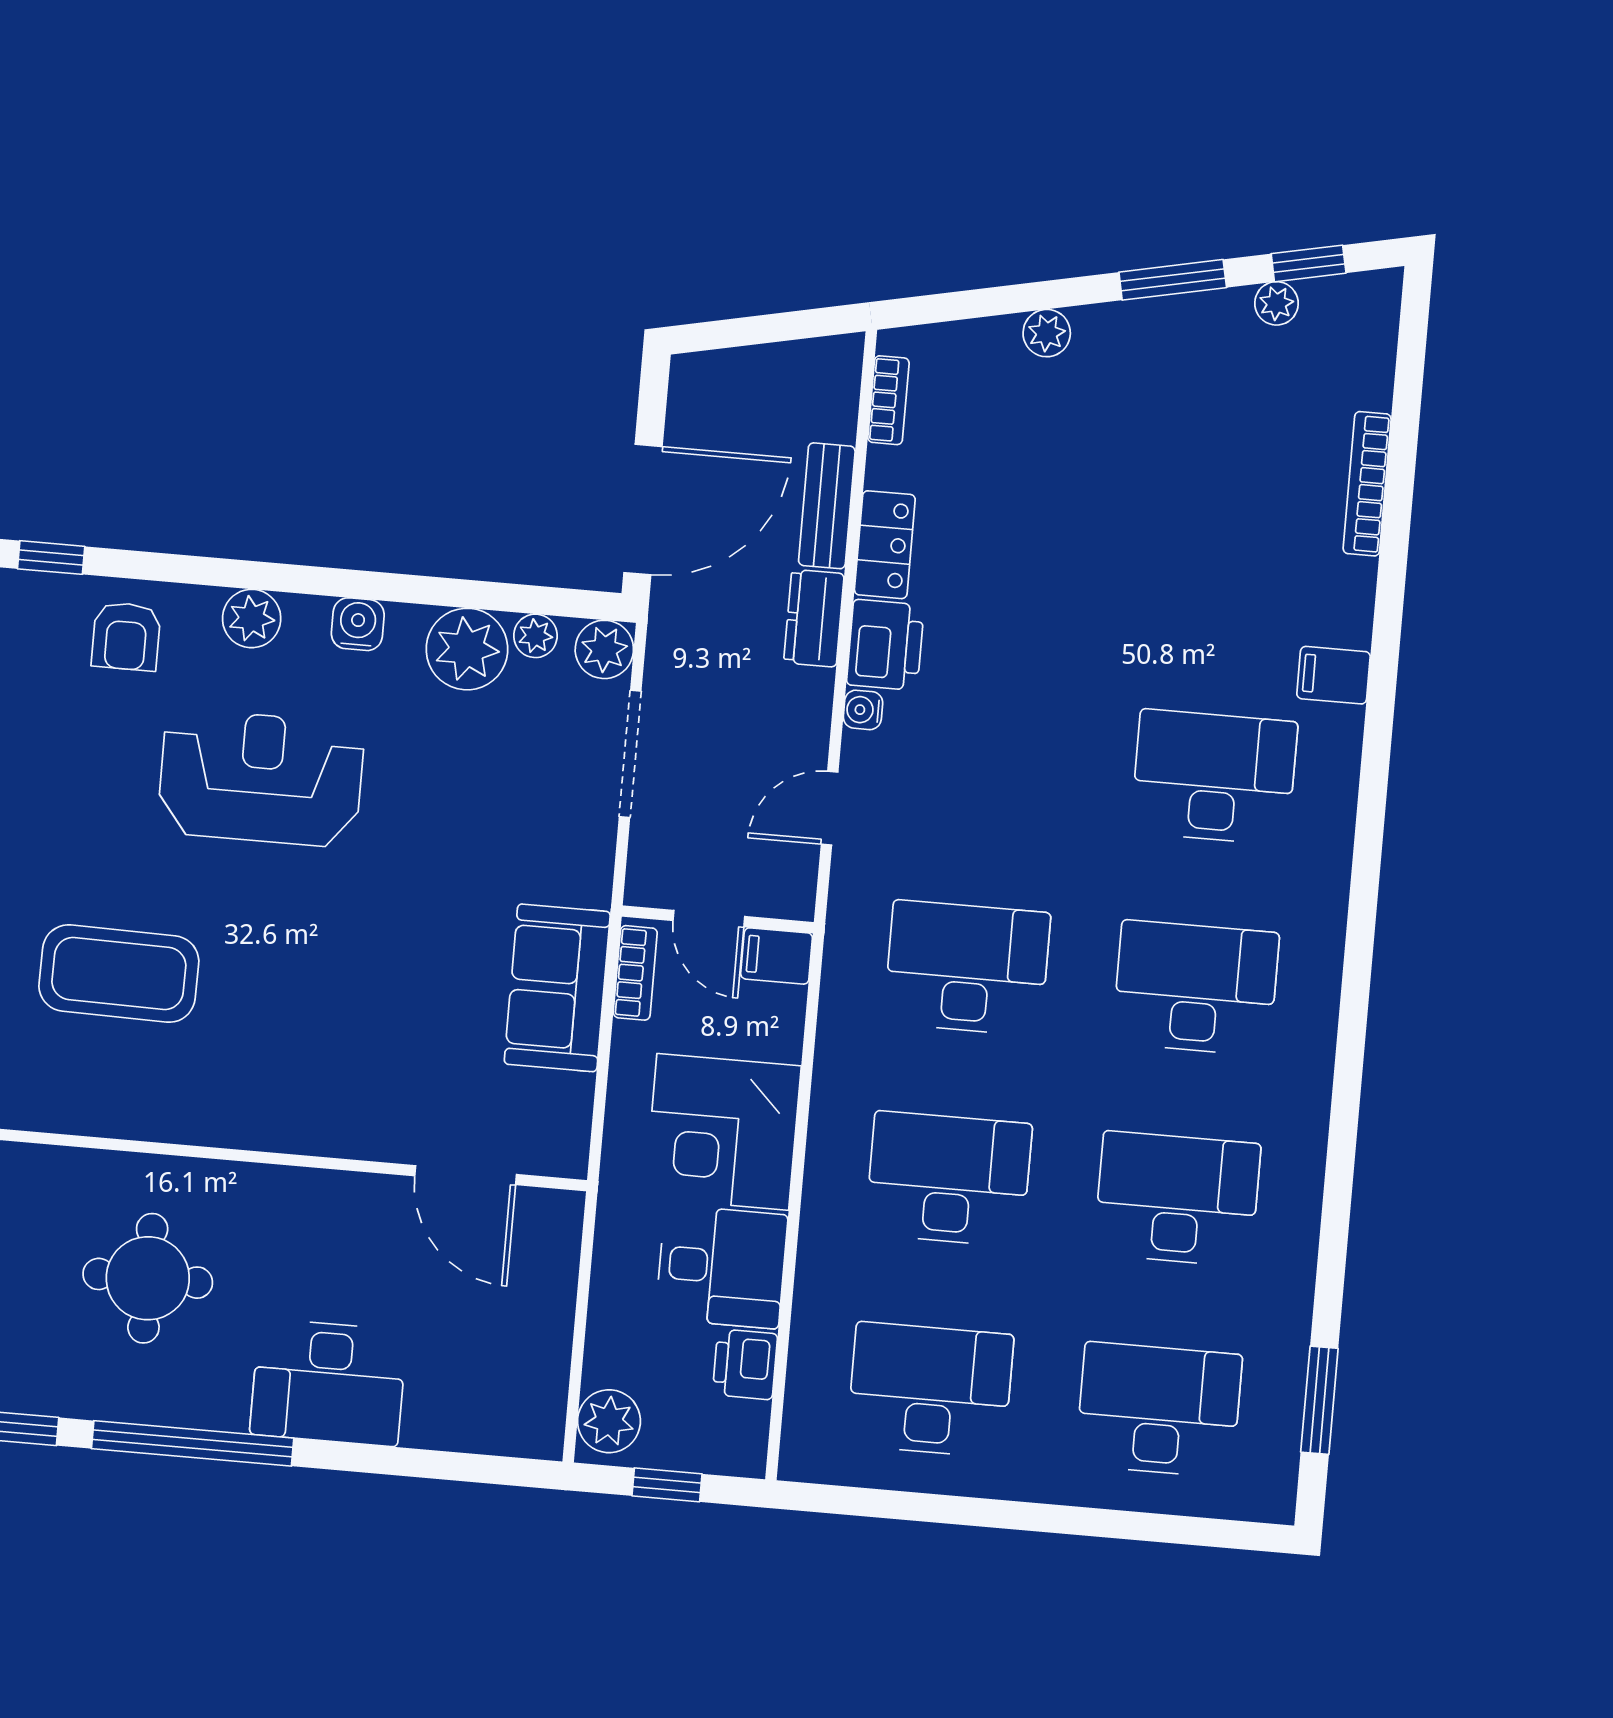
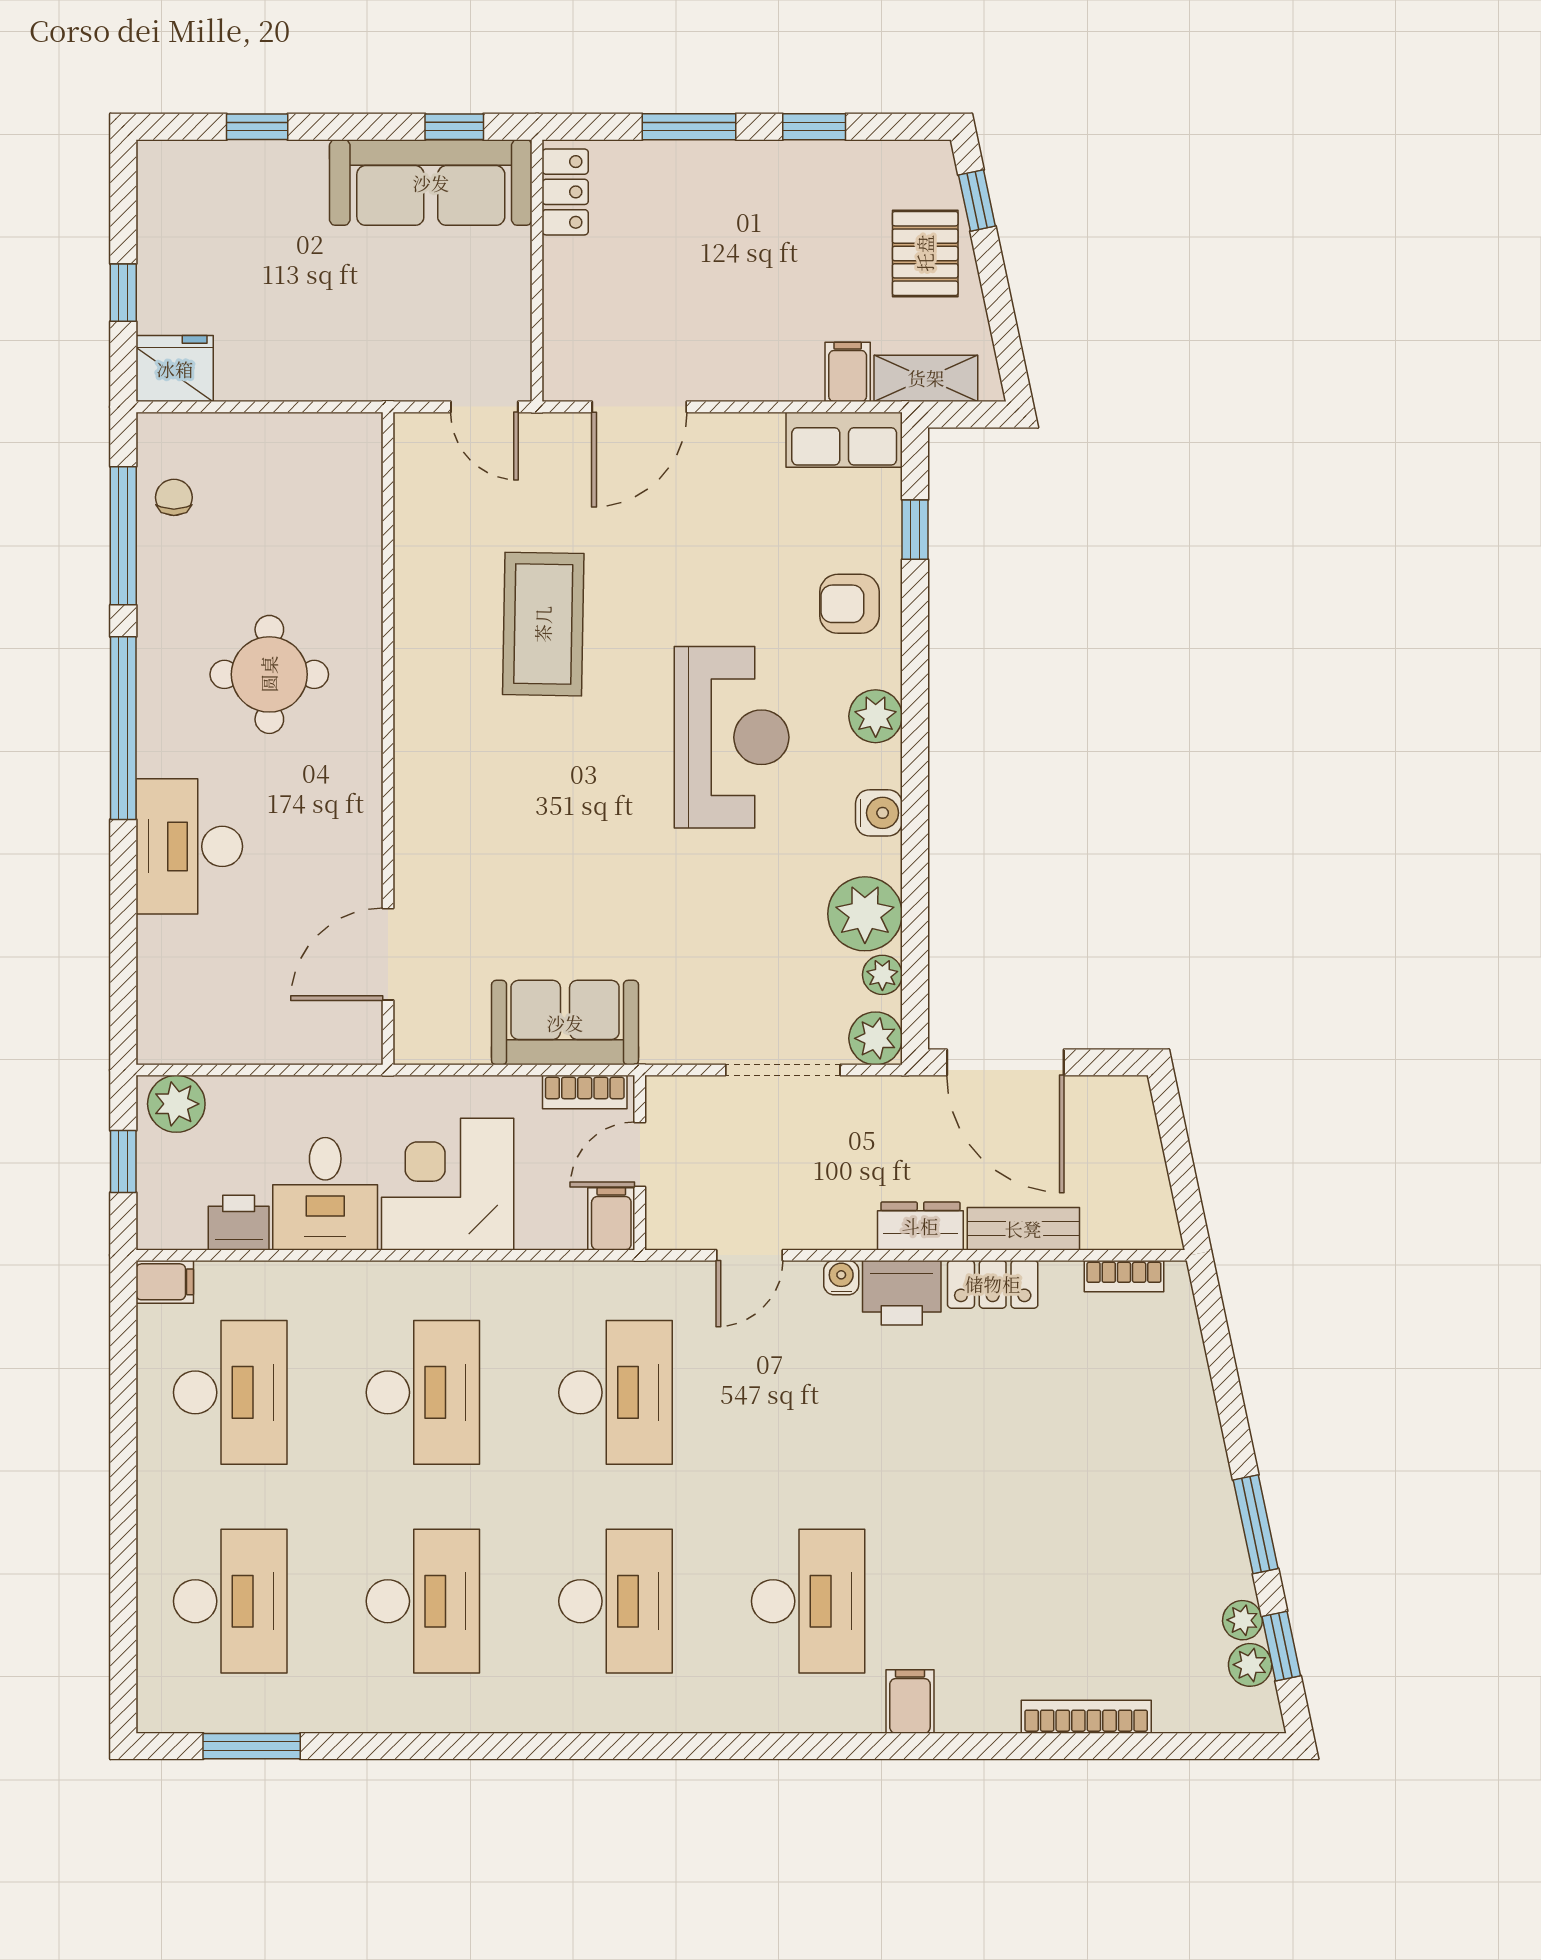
plant: (1047, 333) -> (1250, 1665), moved
door: (830, 808) -> (749, 1255), swing flipped
filing cabinet: (803, 1451) -> (165, 1282), added

